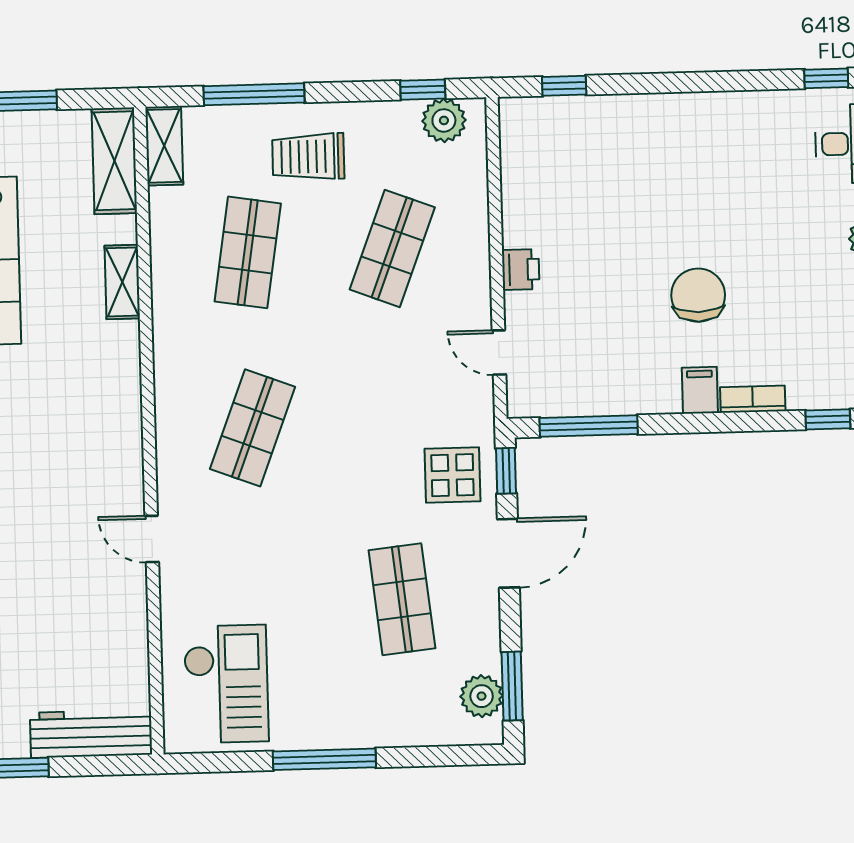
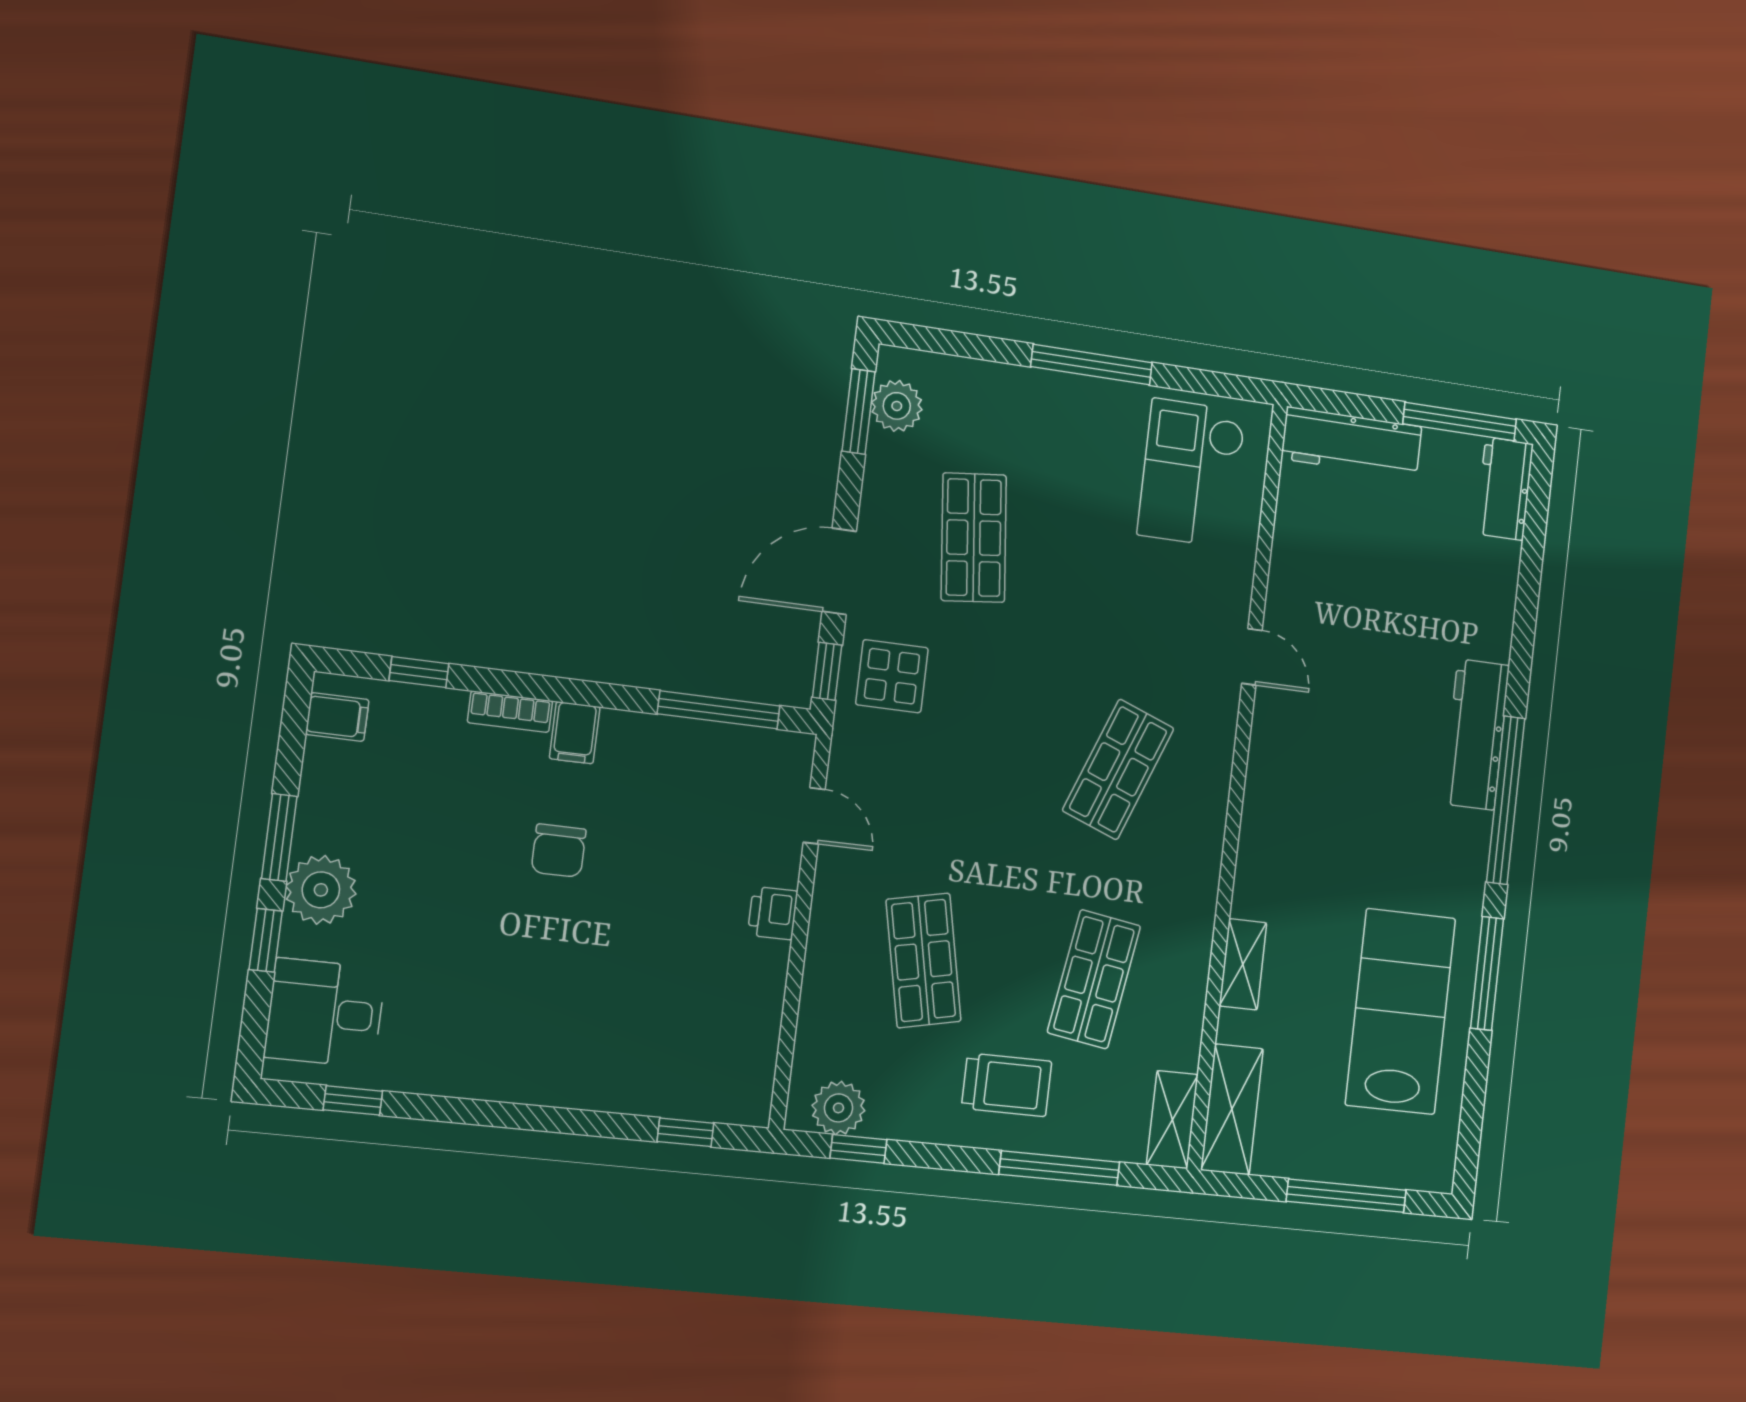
shop shelf: (392, 248) -> (923, 960), turned -33
chair: (698, 295) -> (559, 851), width x0.73, depth x0.73

